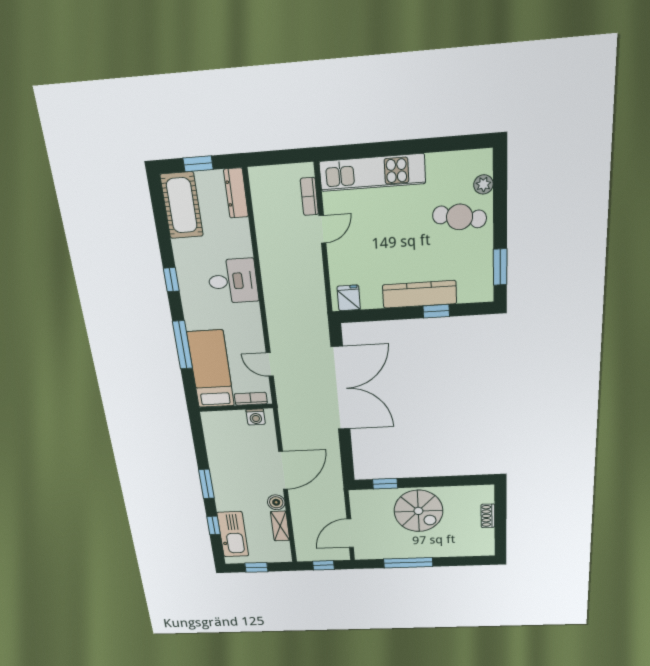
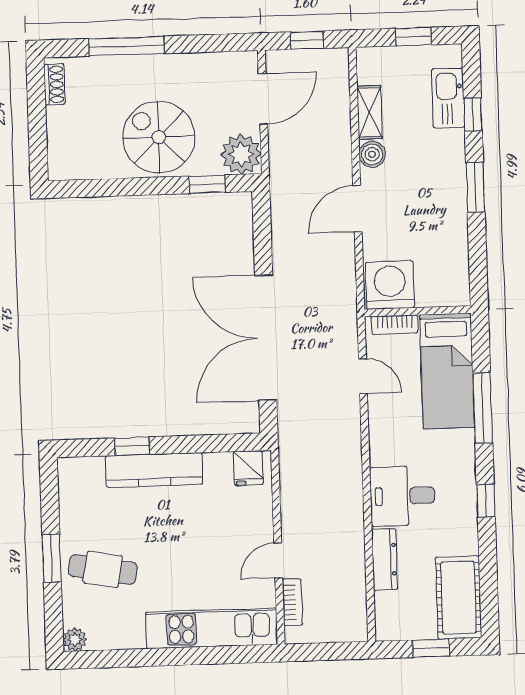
plant: (483, 184) -> (75, 640), moved
dresser: (236, 193) -> (385, 559), moved
window: (500, 267) -> (52, 558), moved
washing machine: (256, 417) -> (390, 285), width x1.89, depth x1.89
door: (283, 470) -> (357, 209), width x0.73
plant: (363, 501) -> (241, 154), added
shoe rack: (488, 516) -> (54, 84), moved
kitchen sink: (233, 534) -> (448, 98), width x0.73, depth x0.81
window: (408, 563) -> (126, 46), moved

